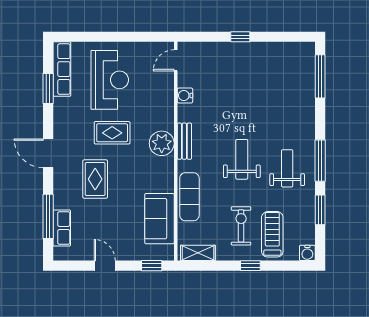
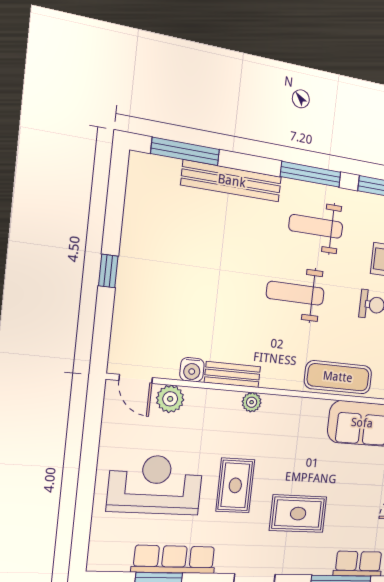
row of seats: (62, 69) -> (174, 559), moved
plant: (165, 83) -> (170, 399), added
bench: (307, 108) -> (232, 181), added
bench: (184, 141) -> (233, 374), moved
plant: (162, 143) -> (252, 402), width x0.53, depth x0.53

